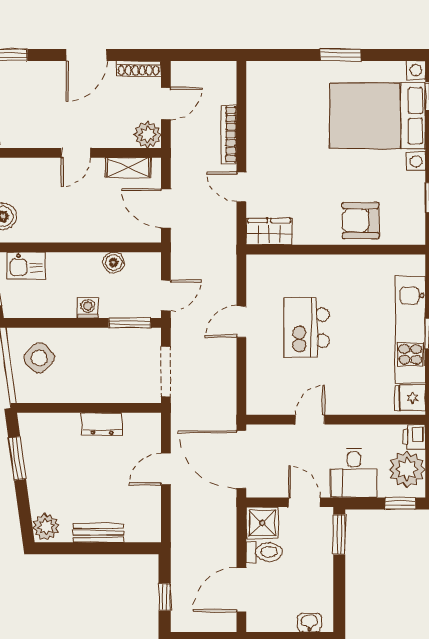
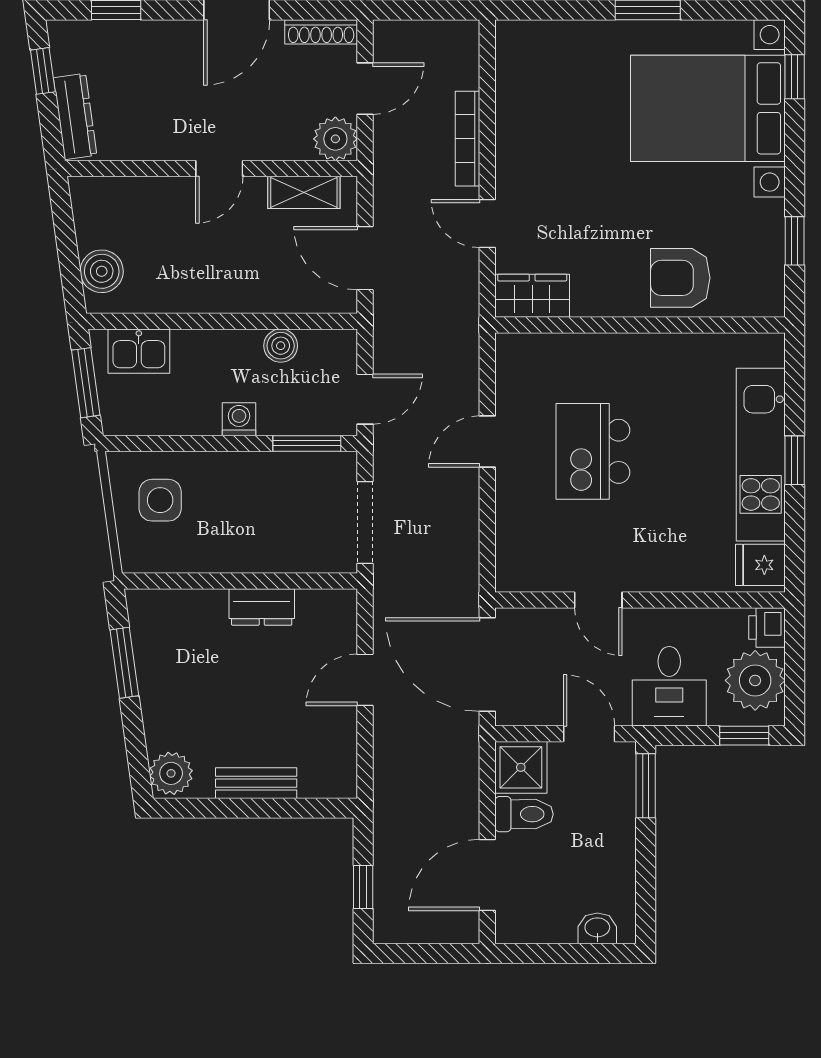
side table: (39, 358) -> (160, 500), turned 45
door: (310, 420) -> (598, 600), swing flipped

